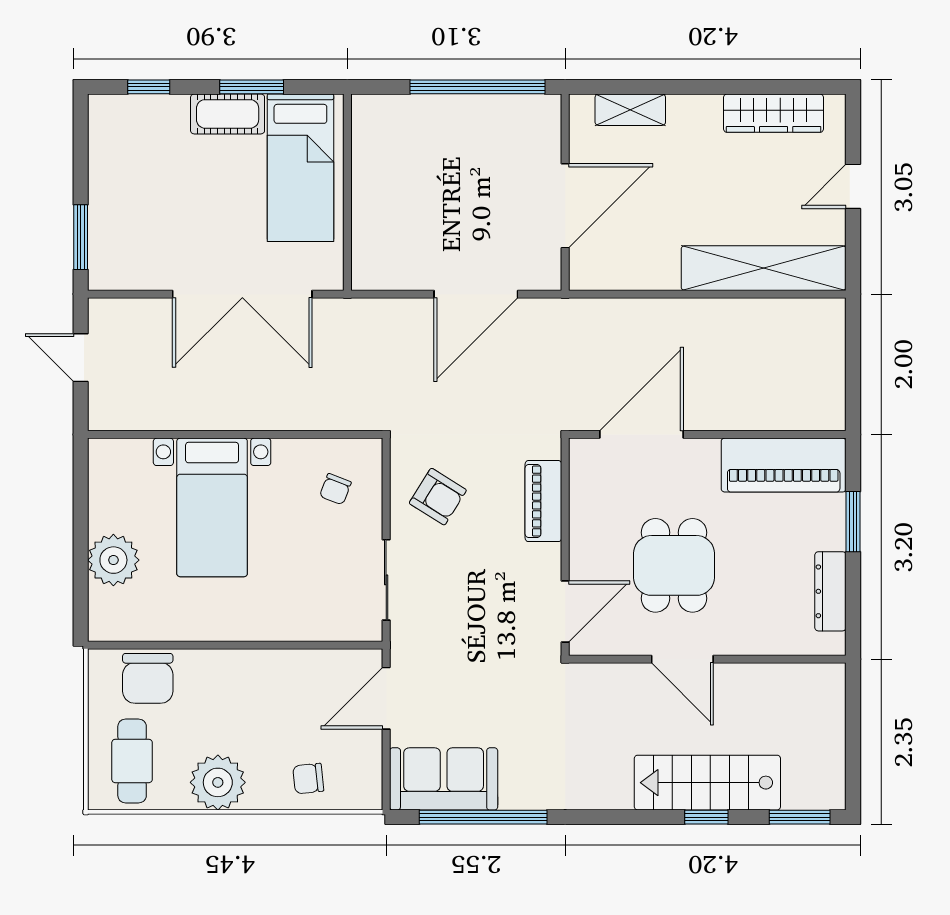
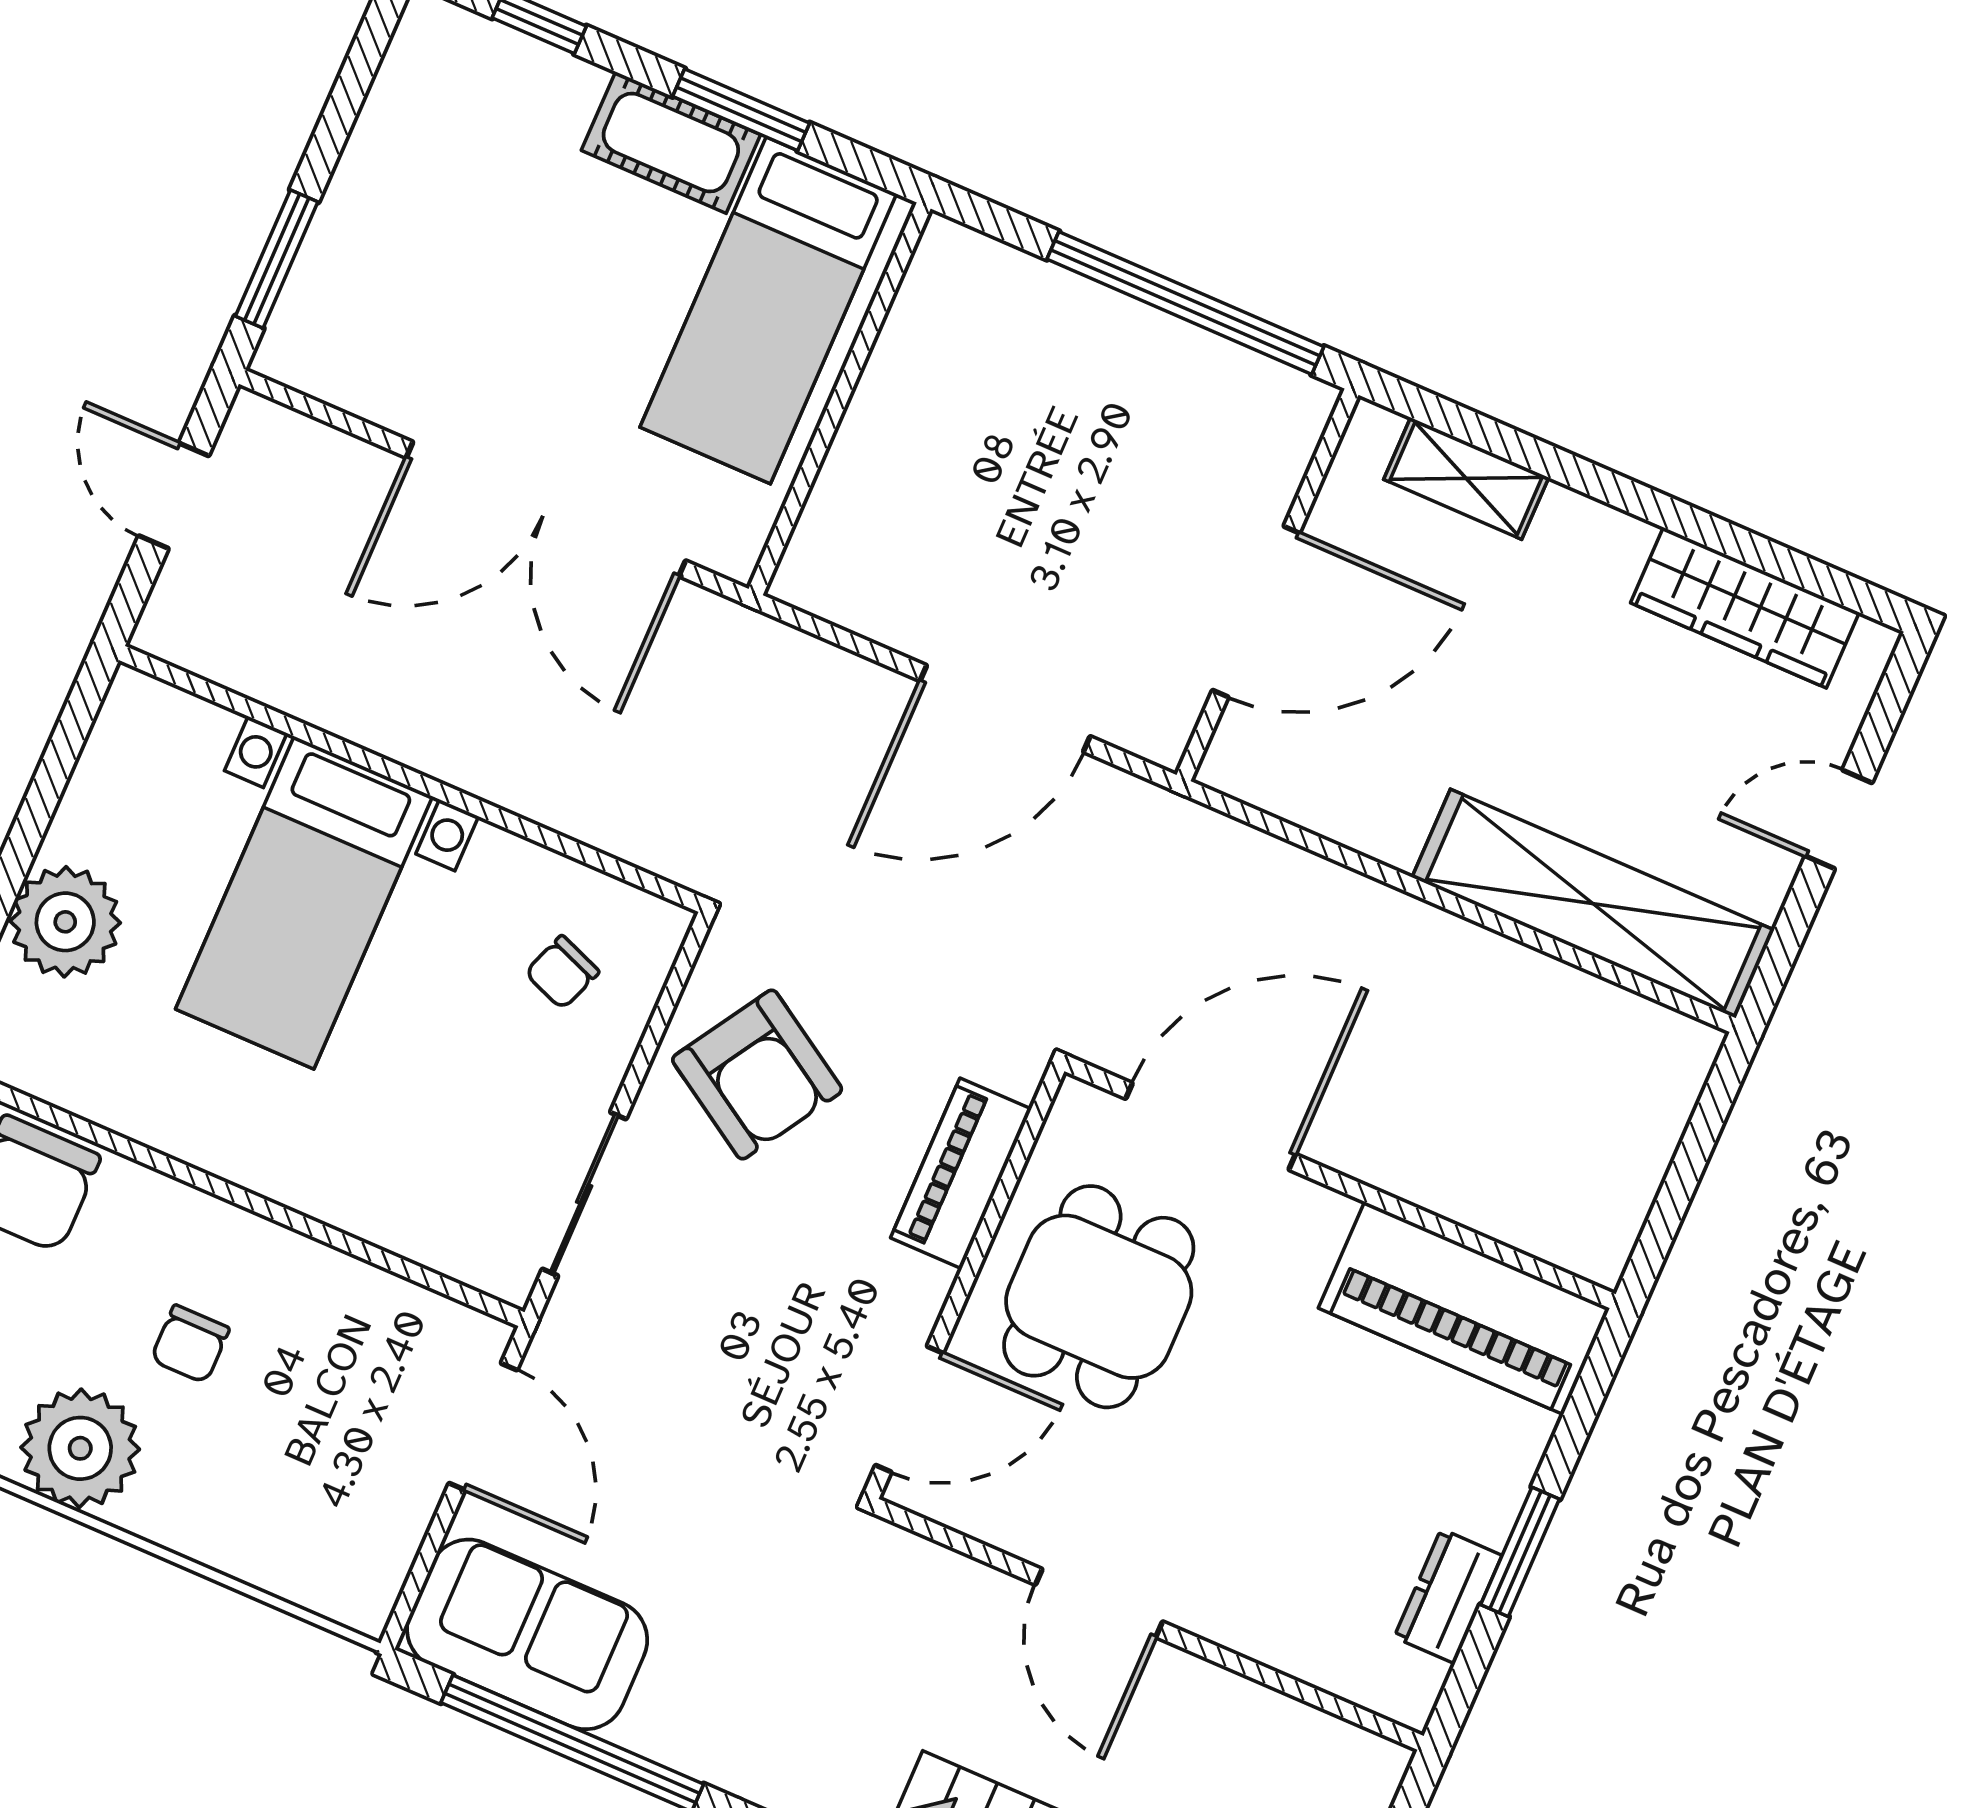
armchair: (438, 497) -> (757, 1075), width x1.38, depth x1.38
window: (853, 522) -> (1520, 1552), moved
dining table: (674, 565) -> (1099, 1297), moved
dresser: (830, 591) -> (1448, 1596), width x0.70
door: (386, 698) -> (483, 1427), swing flipped
chair: (308, 779) -> (190, 1344), moved, turned -84

